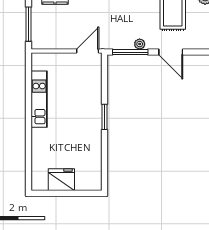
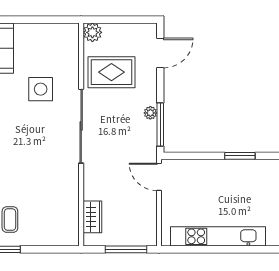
door: (171, 52) -> (160, 53), moved
kitchen unit: (39, 99) -> (218, 236), width x1.36

